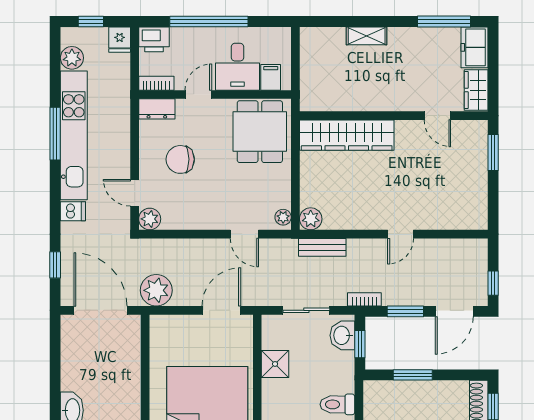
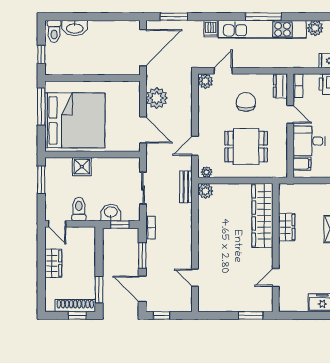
wardrobe: (476, 90) -> (287, 227), moved, turned 90
dining table: (260, 132) -> (246, 147), moved
door: (401, 234) -> (195, 278), moved
bench: (322, 247) -> (186, 187), moved
window: (55, 265) -> (174, 17), width x1.50
plant: (156, 290) -> (157, 98), moved
washbasin: (342, 335) -> (111, 213), moved
shower: (275, 364) -> (82, 167), moved
window: (413, 375) -> (99, 290), moved

